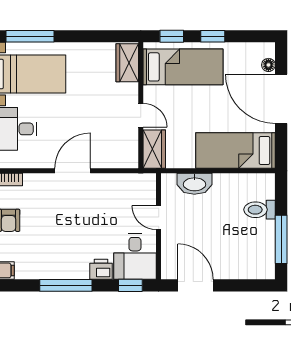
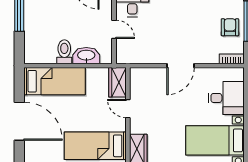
floor lamp: (268, 65) -> (29, 147), removed
toilet: (260, 210) -> (64, 52), moved, turned -90

